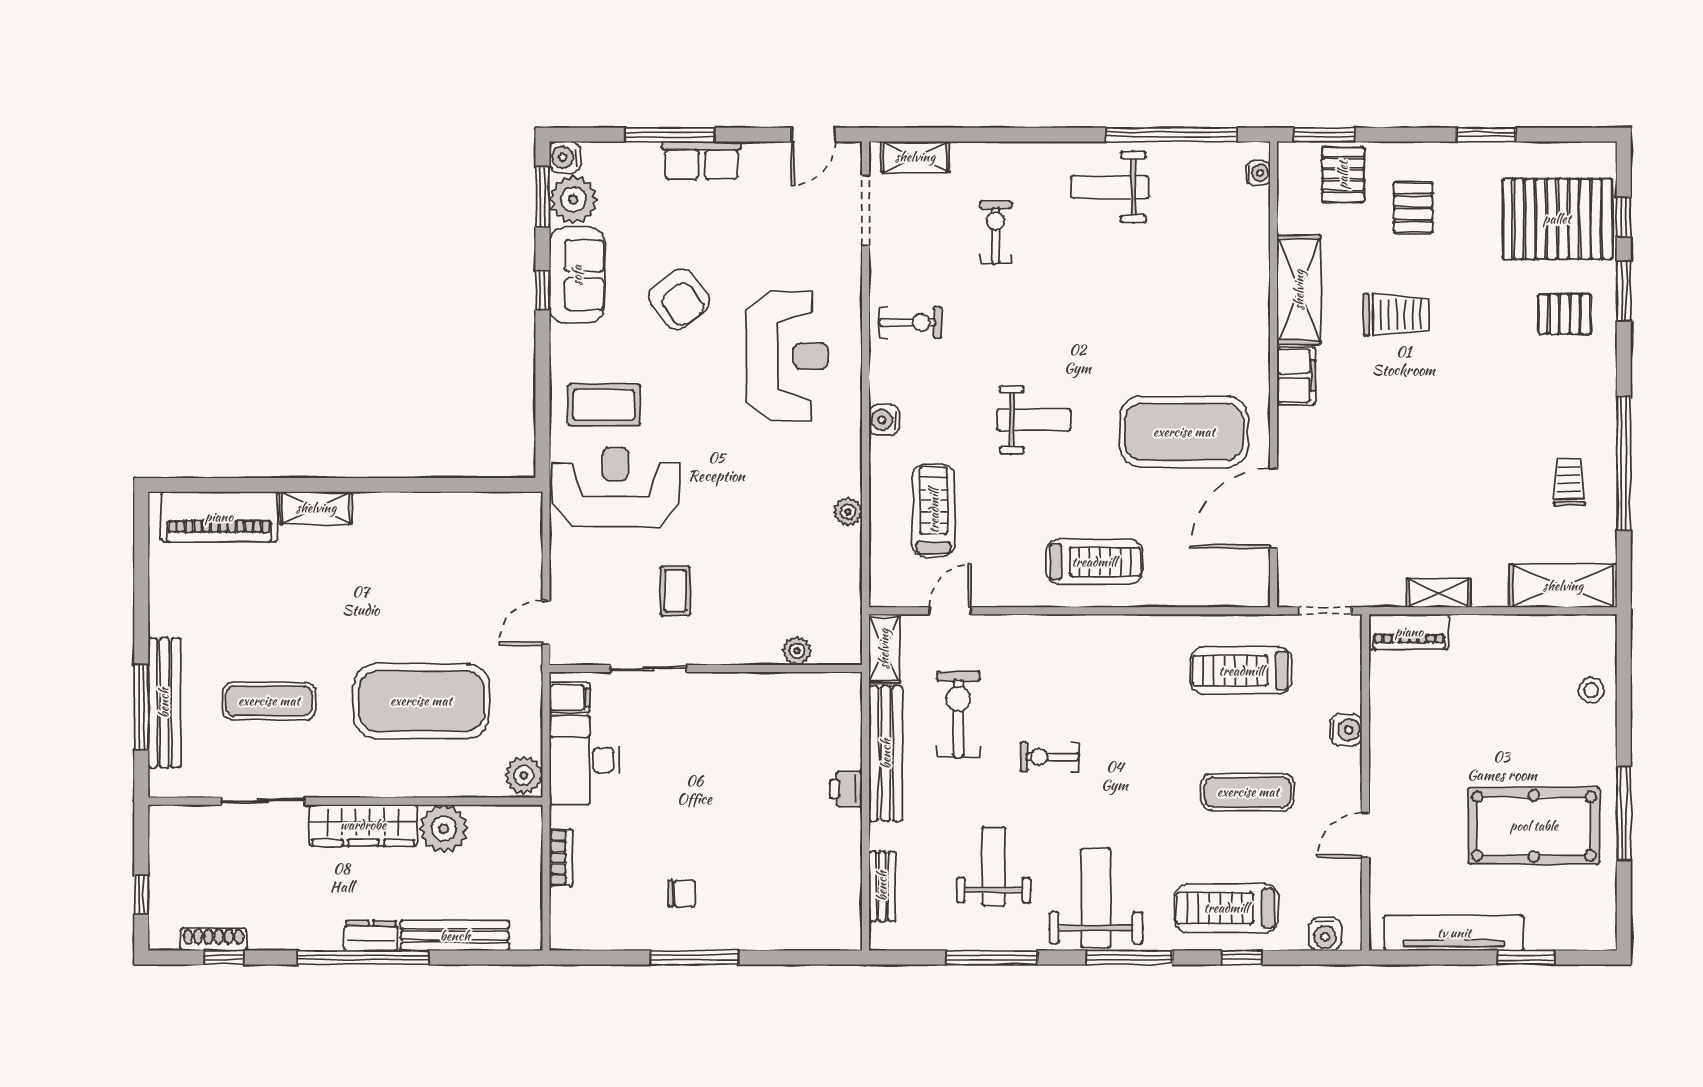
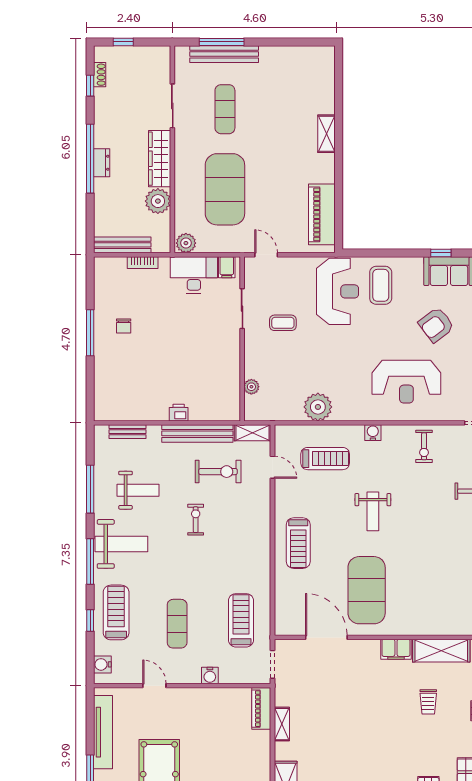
trolley: (1396, 314) -> (428, 702), width x0.73, depth x0.72
plant: (848, 512) -> (318, 407), width x1.87, depth x1.87
piano: (219, 517) -> (322, 214), moved
bench: (455, 936) -> (122, 245), moved, turned 90
shoe rack: (213, 939) -> (100, 75), width x0.70

